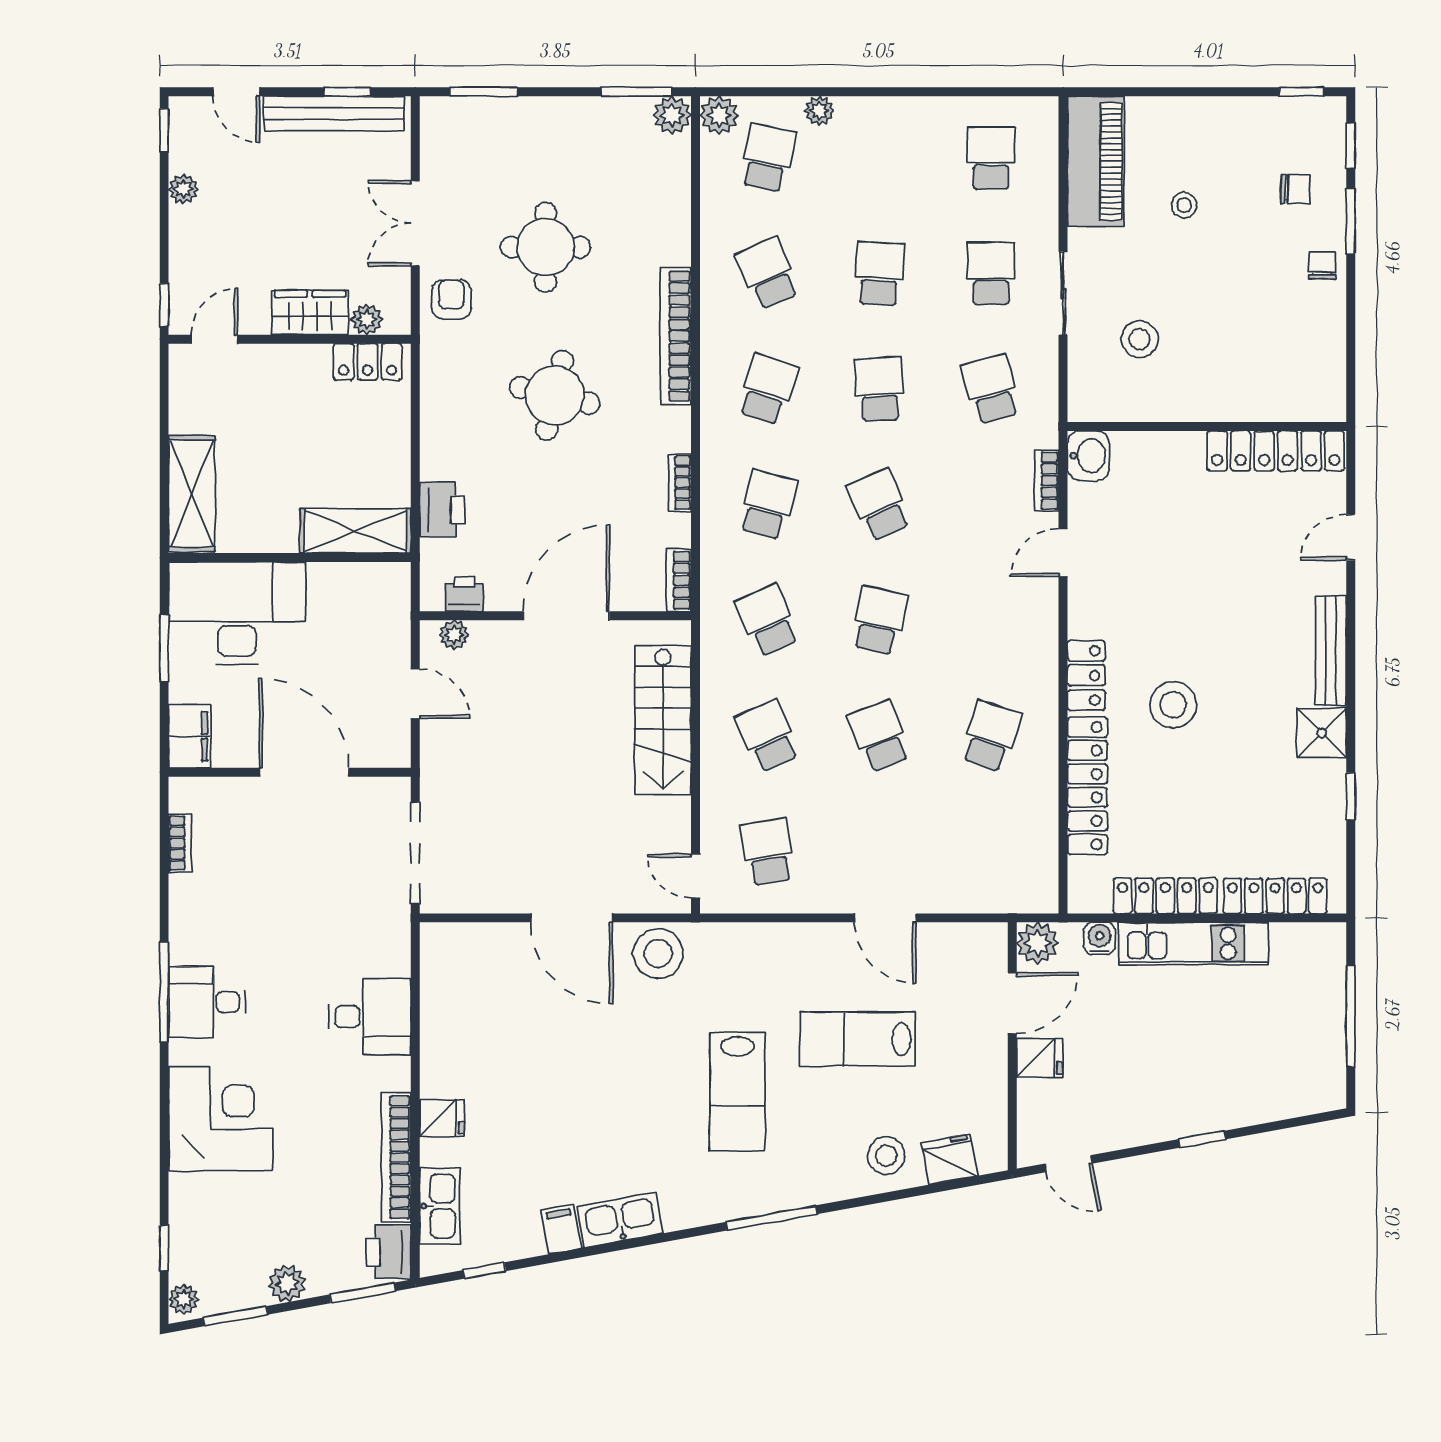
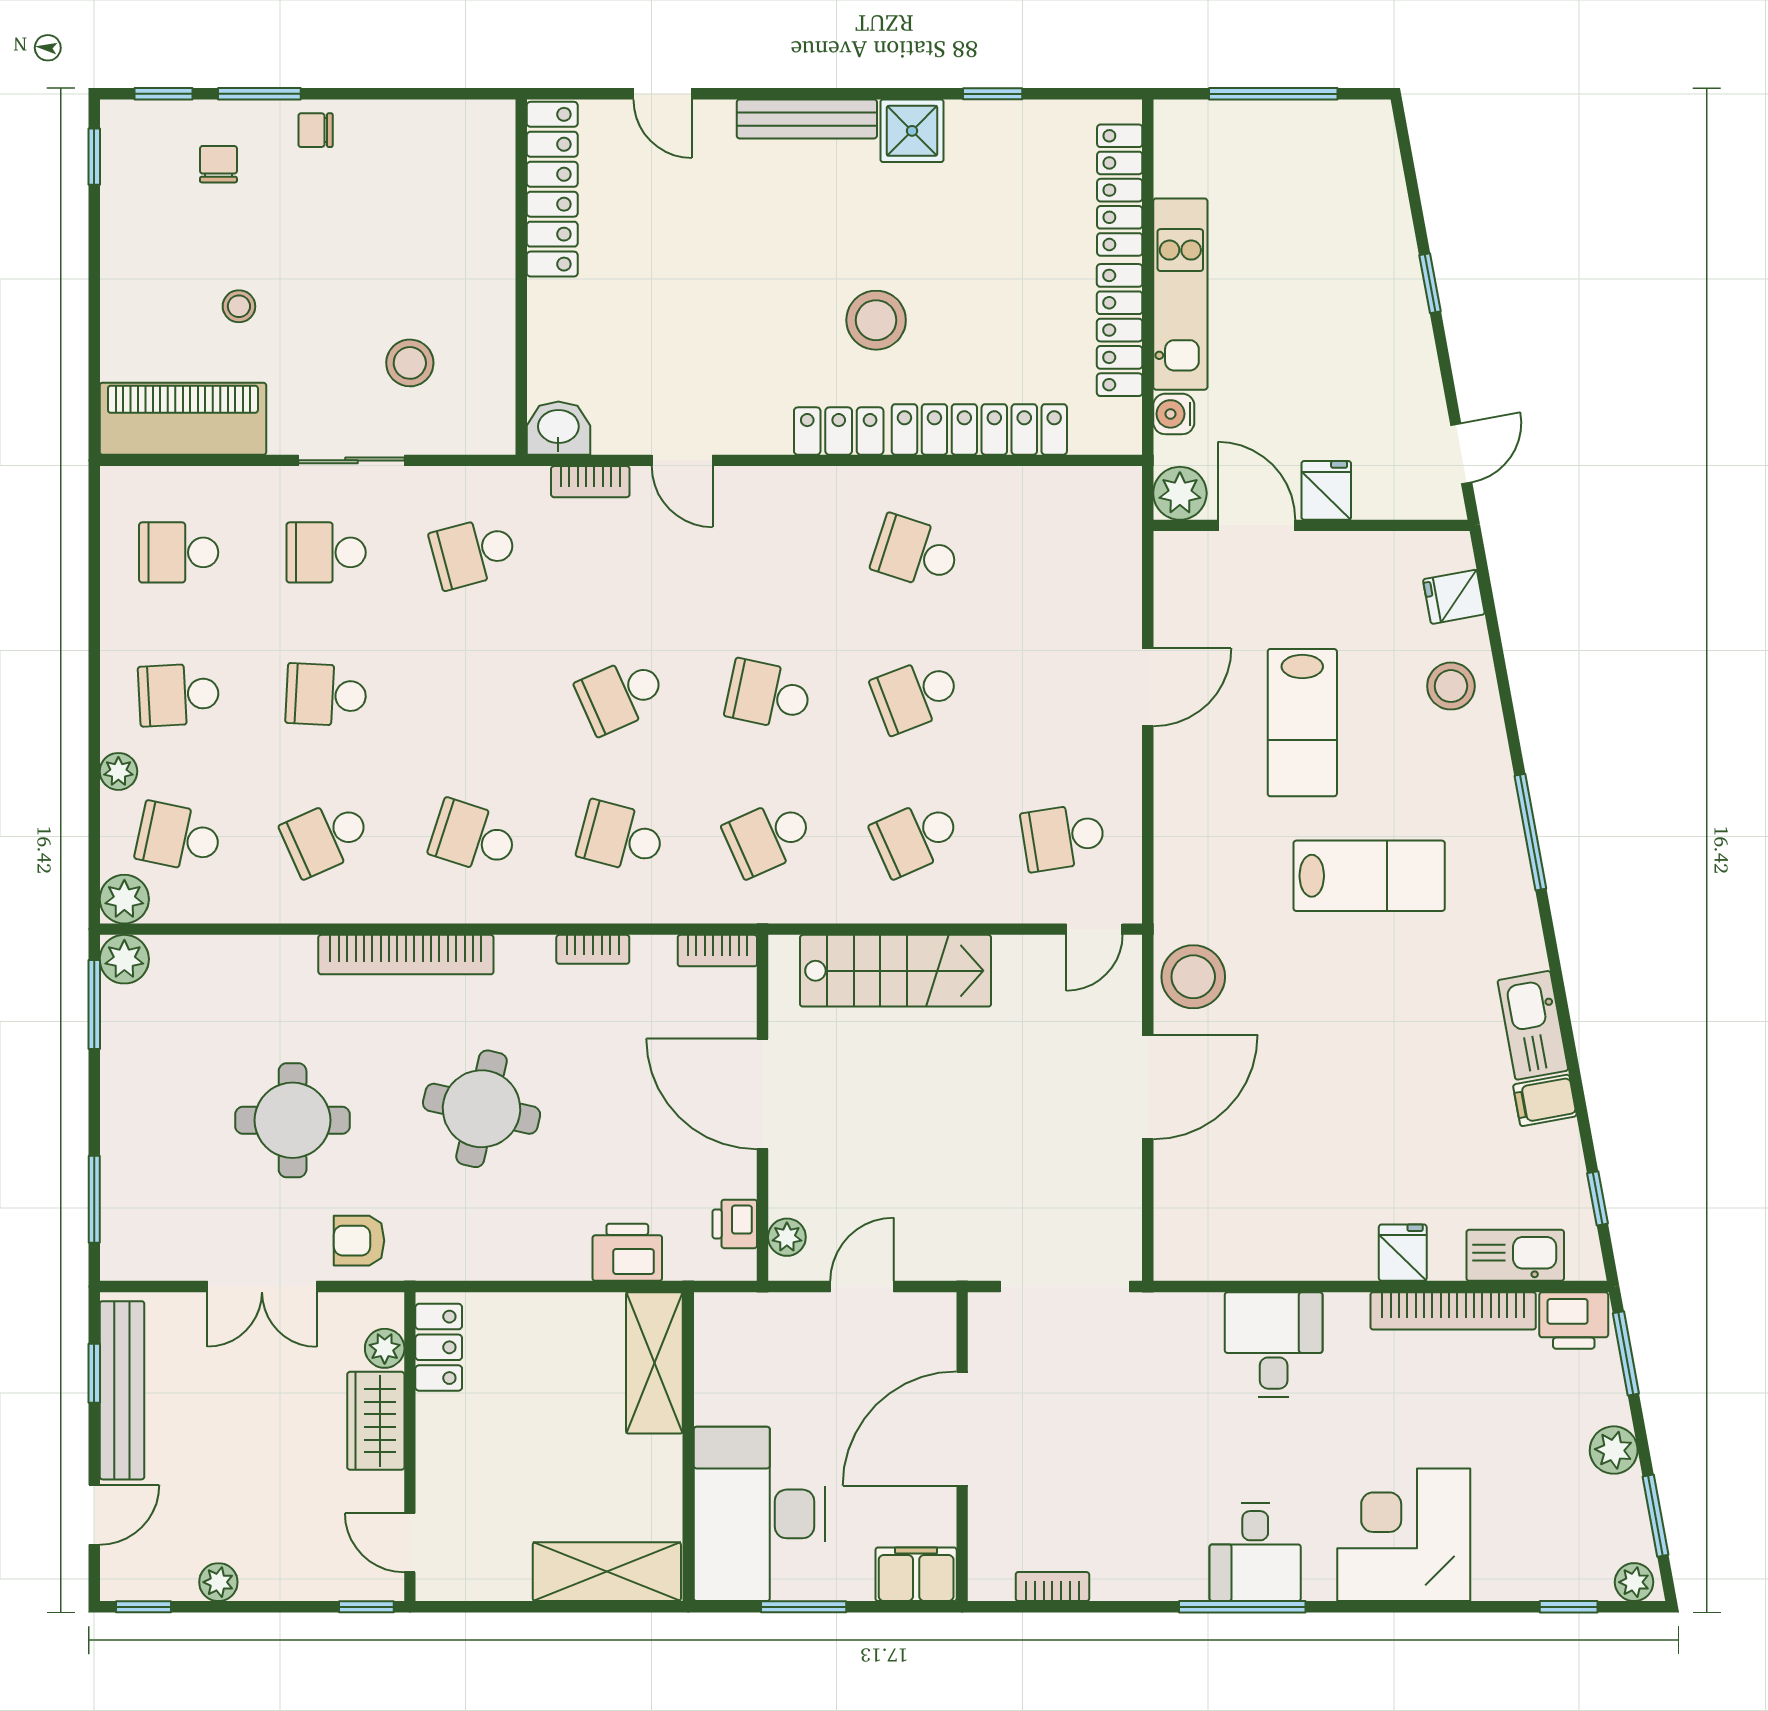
school desk: (879, 389) -> (179, 695), moved
fridge: (949, 1159) -> (1454, 597), width x0.72

